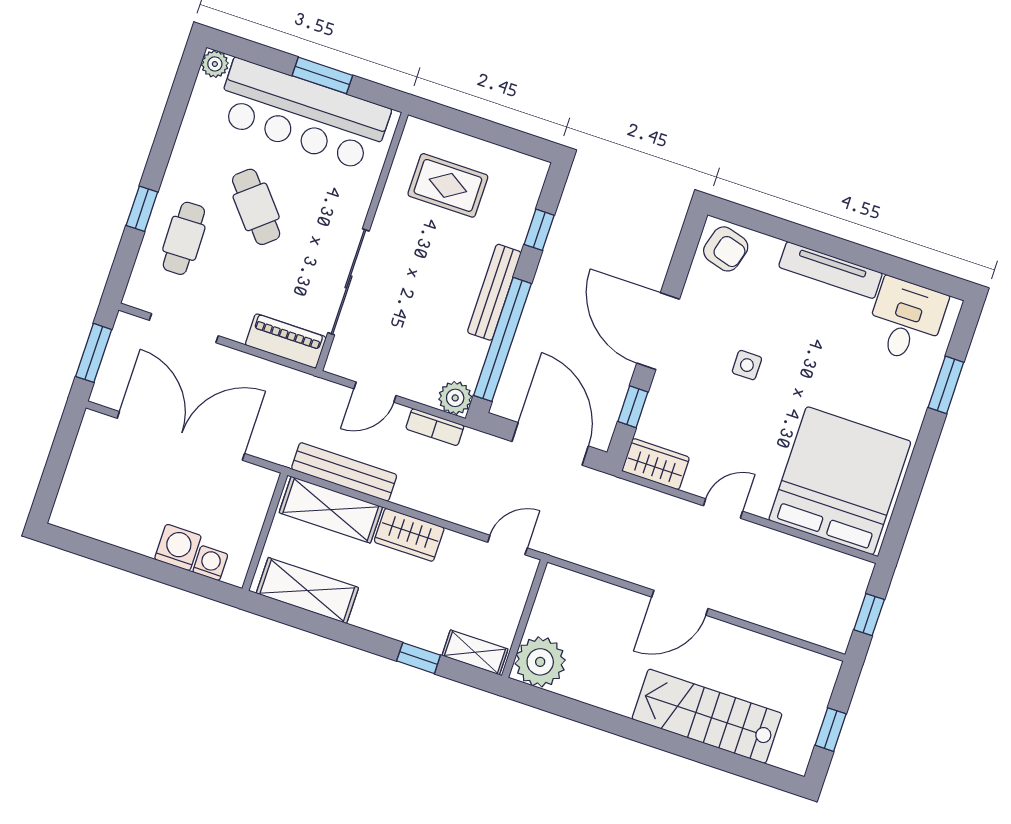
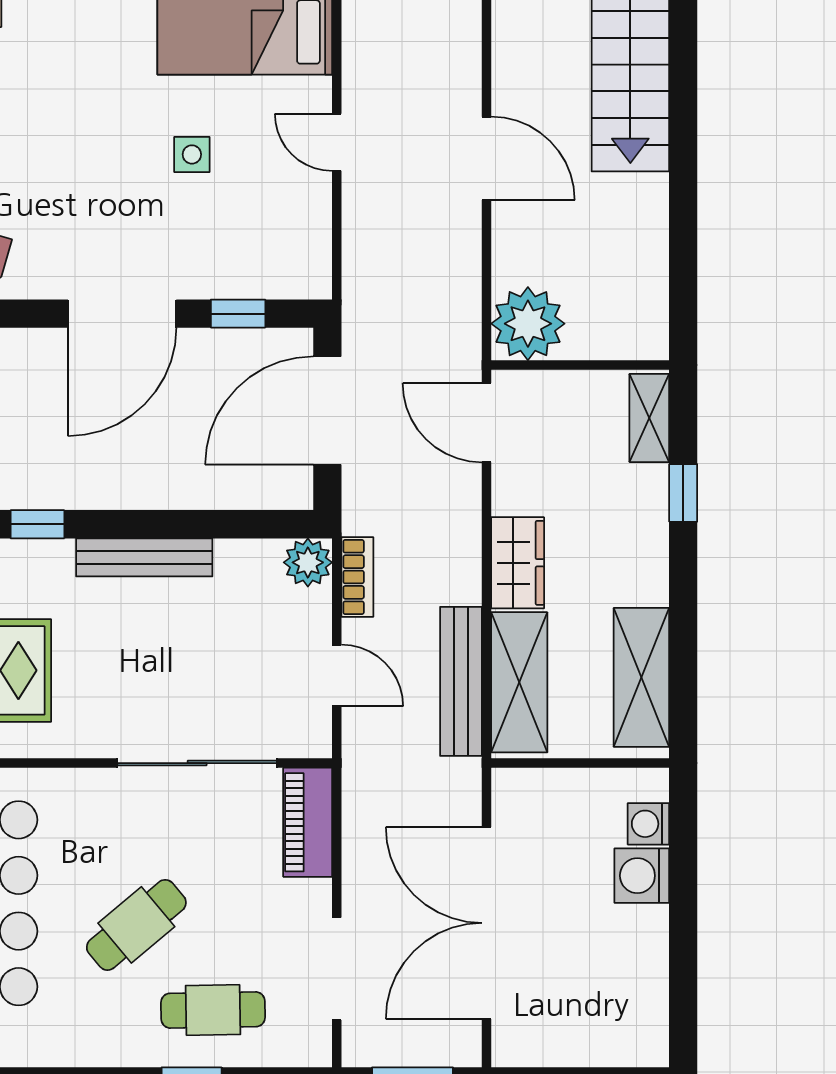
window: (502, 339) -> (205, 524), removed
side table: (747, 365) -> (192, 154), moved
wardrobe: (656, 464) -> (307, 256), removed
door: (507, 545) -> (487, 423), width x1.37
plant: (540, 662) -> (528, 324), moved

